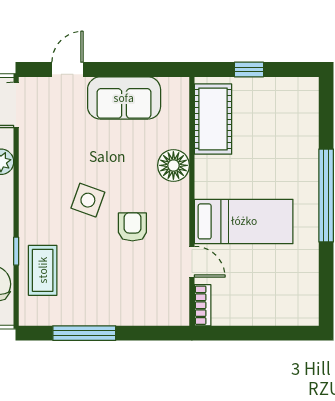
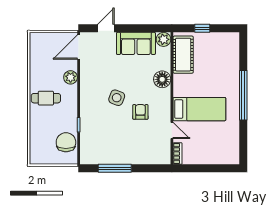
plant: (176, 90) -> (163, 39), added
coffee table: (43, 270) -> (93, 135), removed

